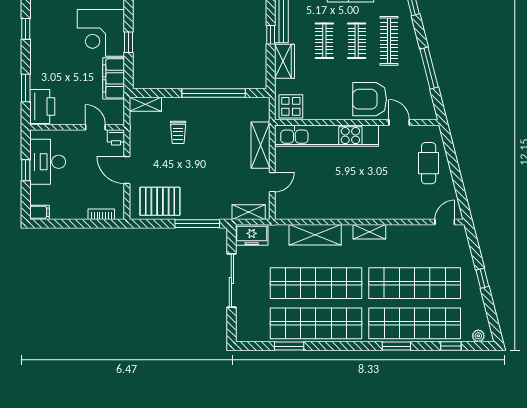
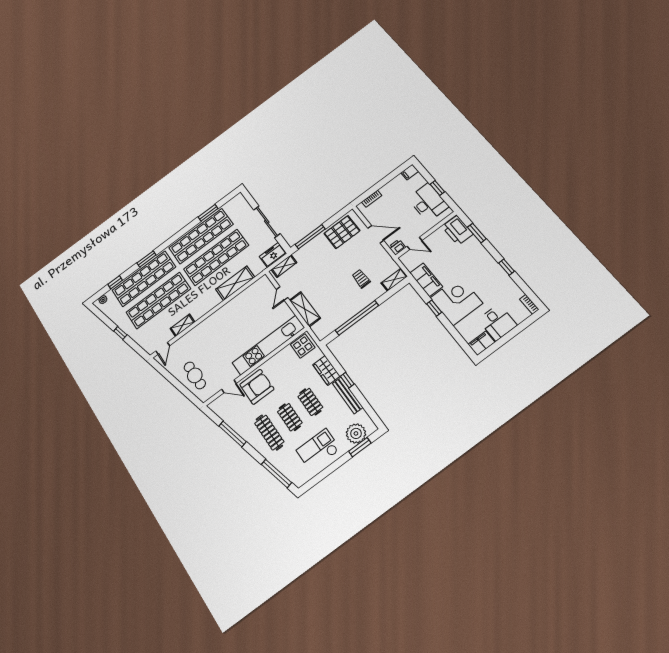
shelving: (369, 232) -> (182, 325), moved

